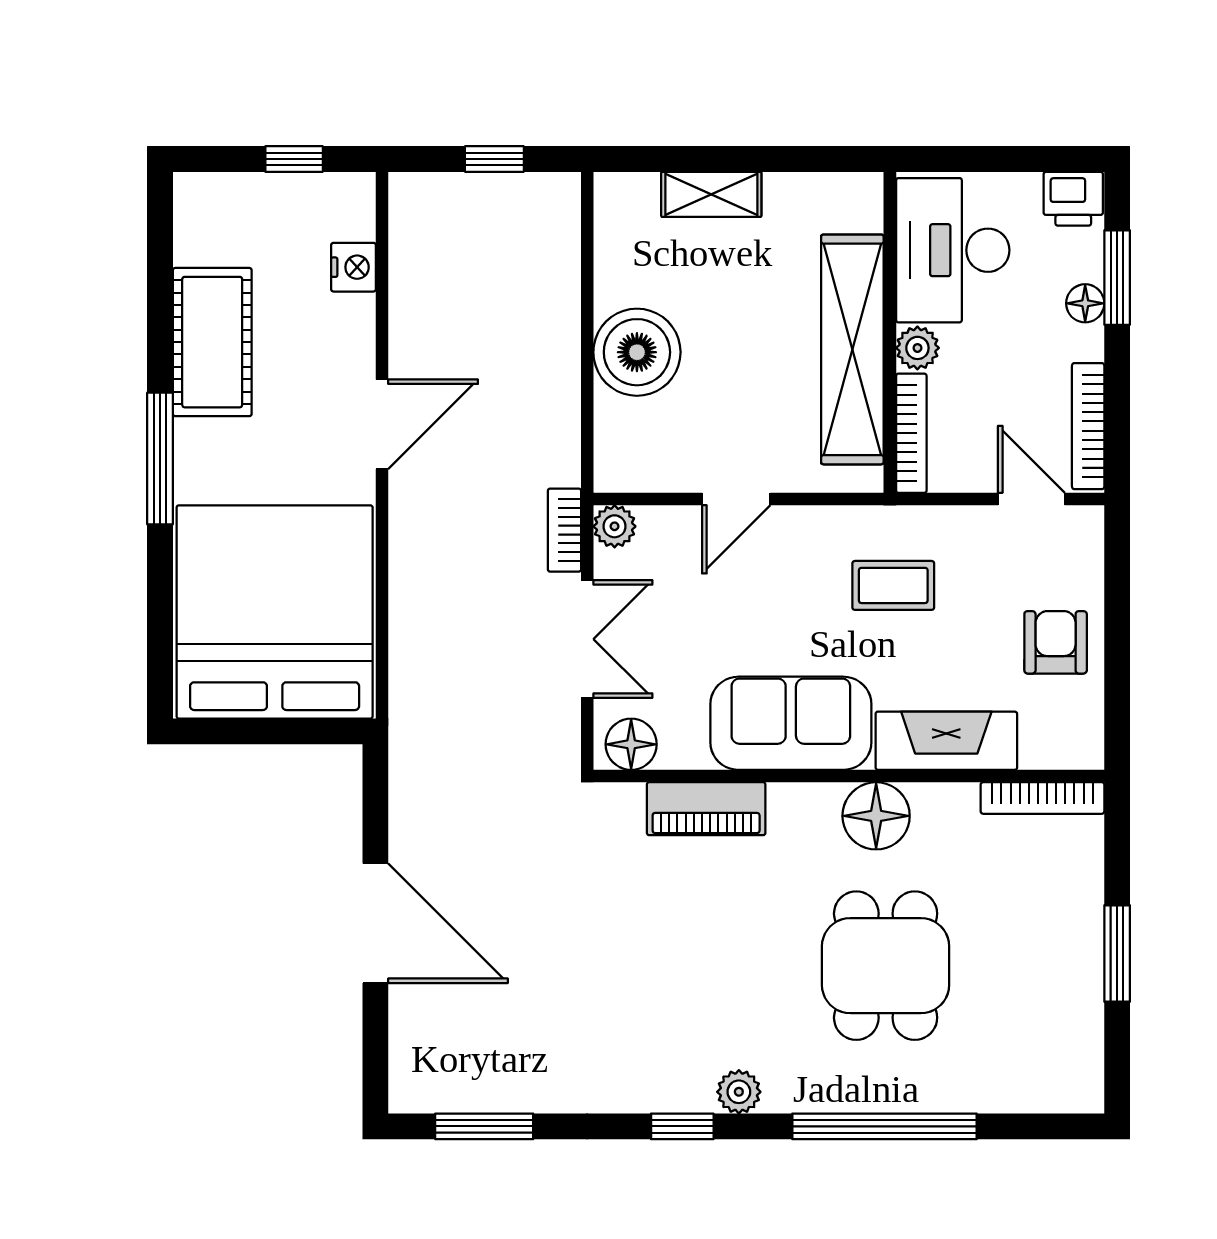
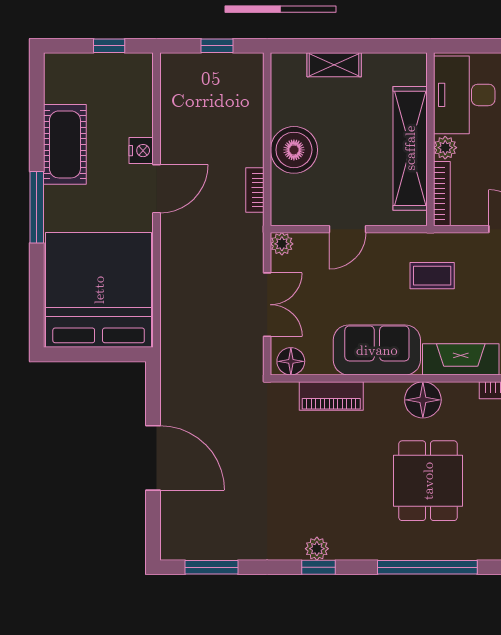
nightstand: (353, 267) -> (141, 151), moved
bookcase: (564, 530) -> (255, 190), moved
plant: (739, 1092) -> (317, 549), moved

